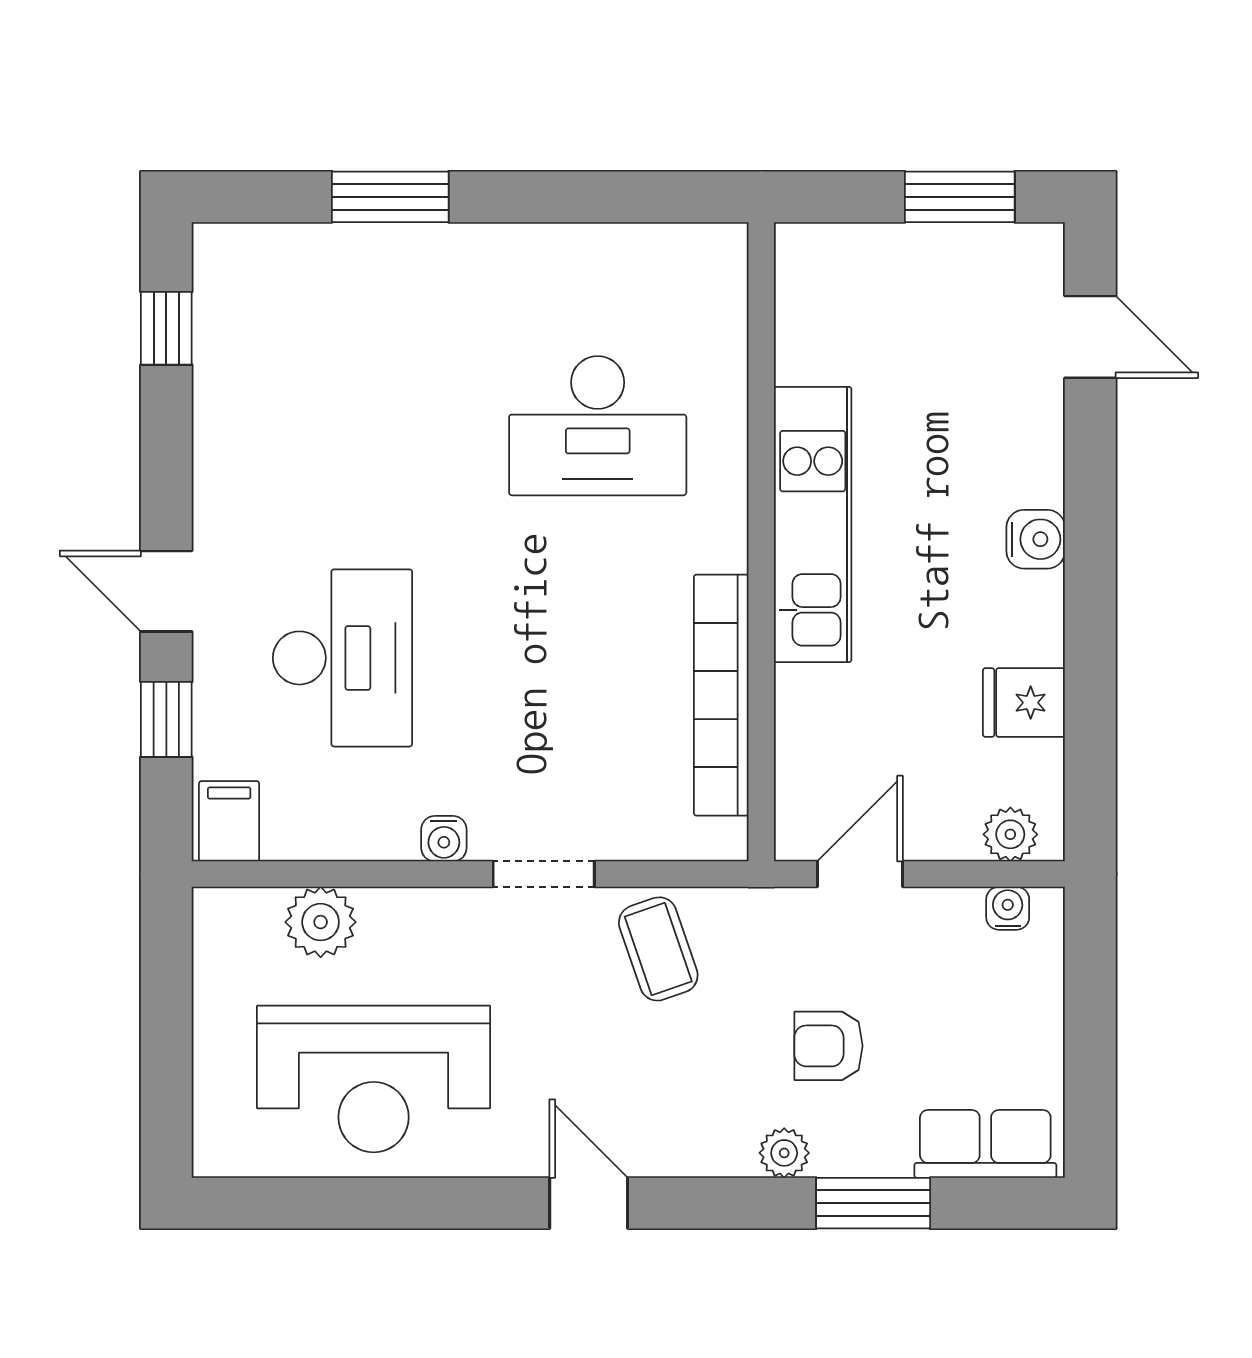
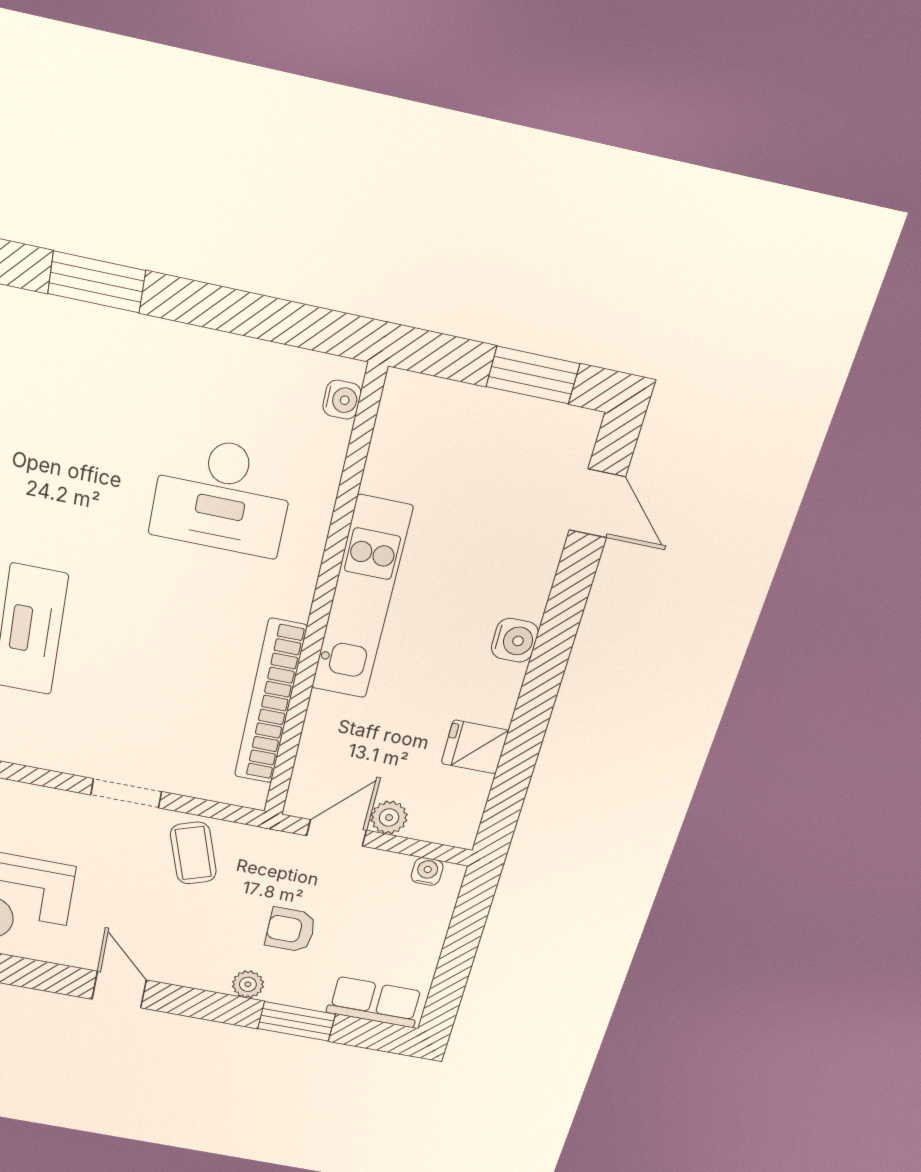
plant: (1010, 834) -> (389, 818), moved
water cooler: (444, 839) -> (342, 400), moved, turned -90

